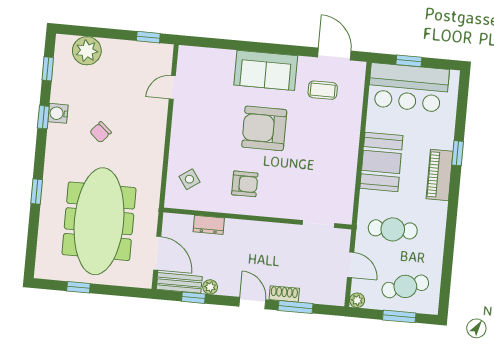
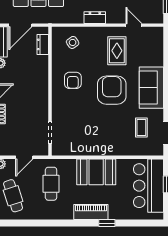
rug: (207, 116) -> (117, 51), added
dresser: (156, 143) -> (95, 18), added
dresser: (209, 225) -> (43, 44), moved

